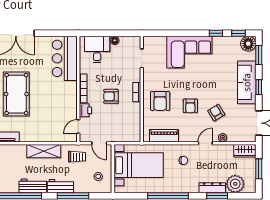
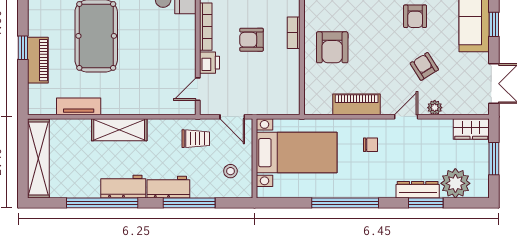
armchair: (190, 106) -> (415, 16), moved
piano: (164, 136) -> (357, 104), moved
shelving: (44, 151) -> (119, 130), moved

